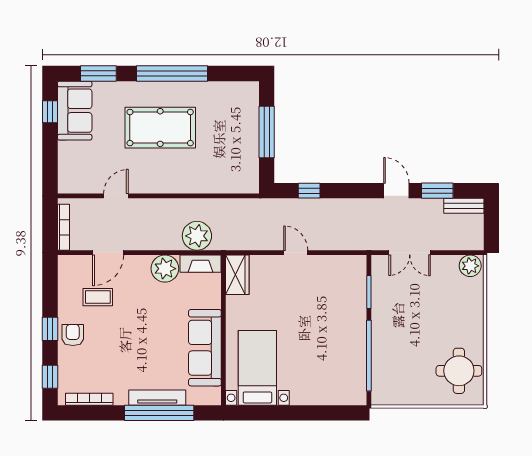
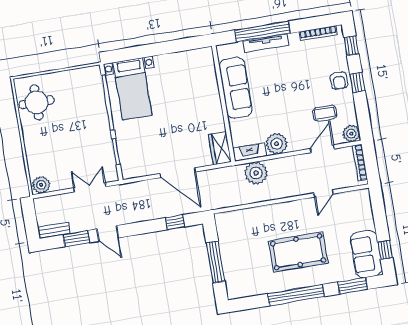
door: (296, 253) -> (178, 173), width x1.87
plant: (68, 266) -> (351, 134), added
bed with nightstands: (257, 368) -> (133, 89), moved

